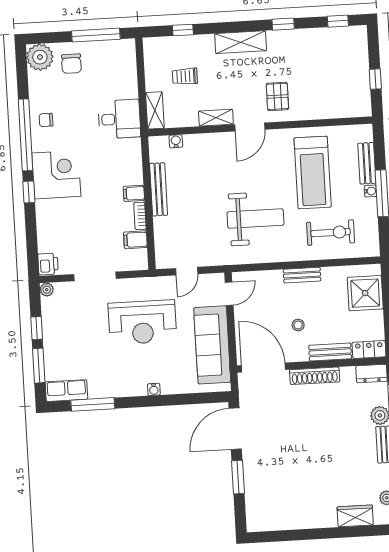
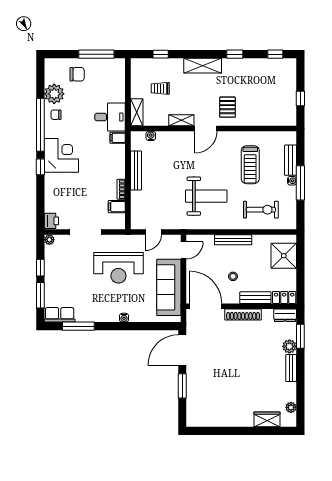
plant: (40, 57) -> (54, 94), moved
chair: (71, 64) -> (77, 74), turned -90
treadmill: (313, 172) -> (250, 165), width x0.73, depth x0.73
filing cabinet: (134, 193) -> (118, 138), moved
bench: (302, 275) -> (233, 240), width x1.36

